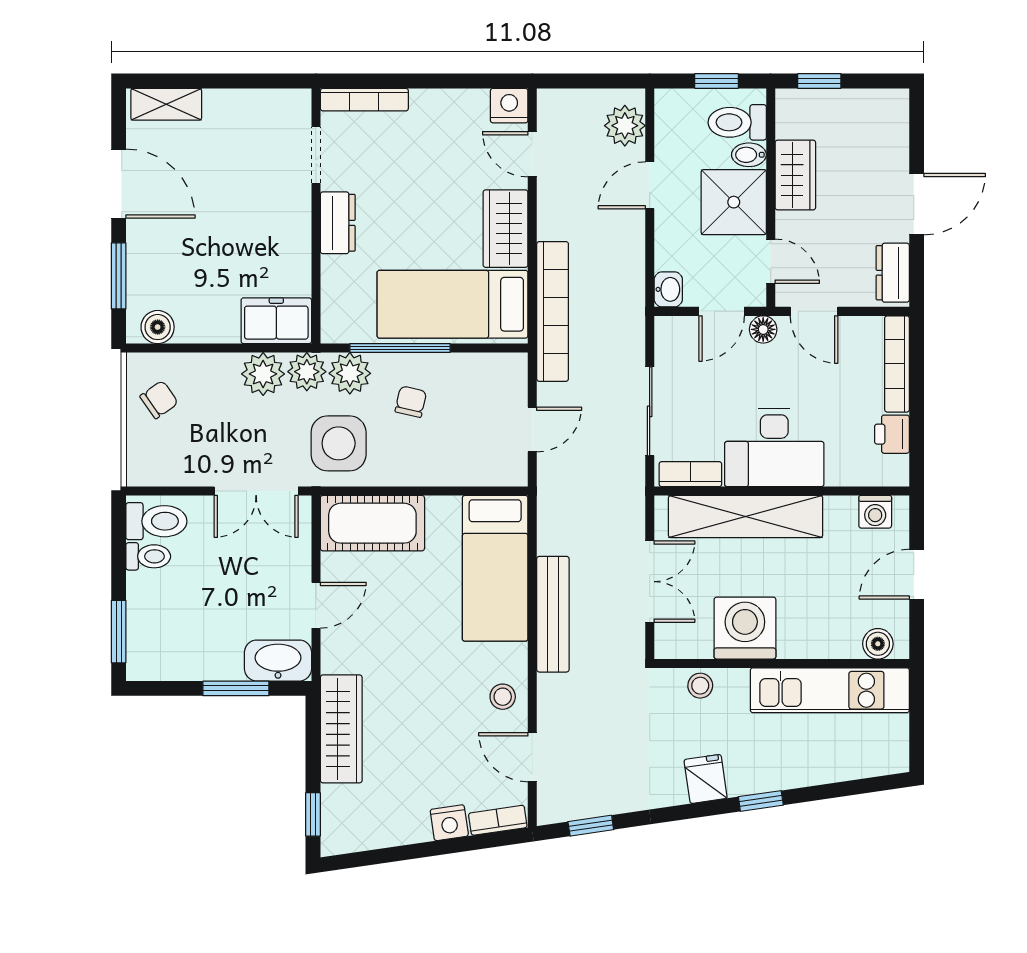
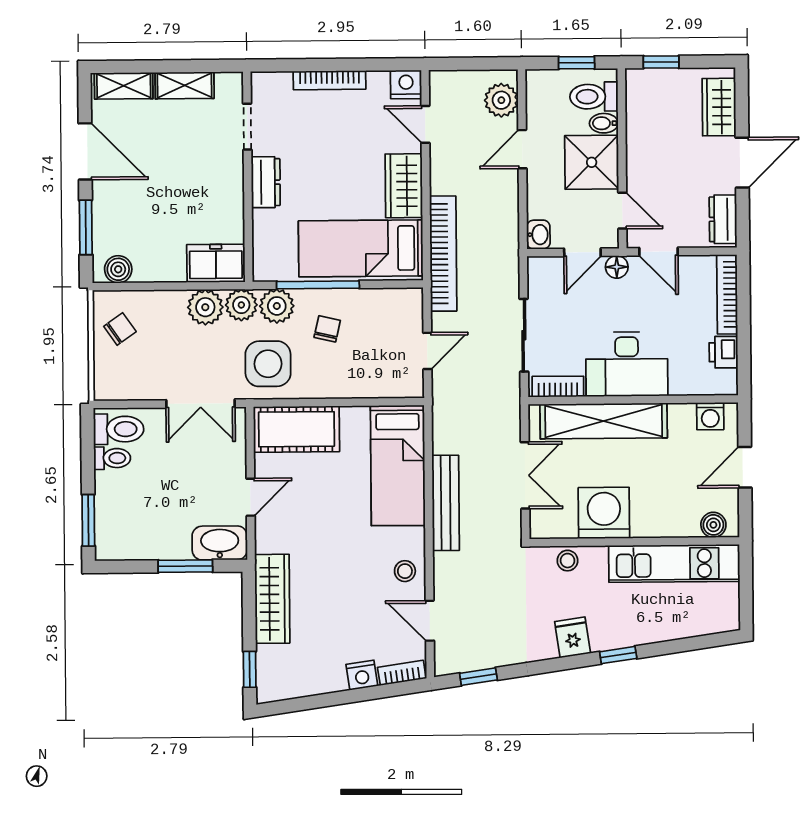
bookcase: (364, 100) -> (330, 80), moved
shelving: (240, 104) -> (185, 85), added
wardrobe: (795, 175) -> (719, 107), moved, turned 180

